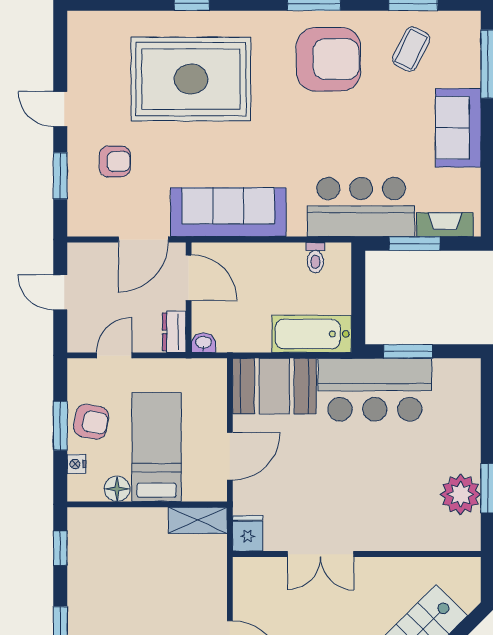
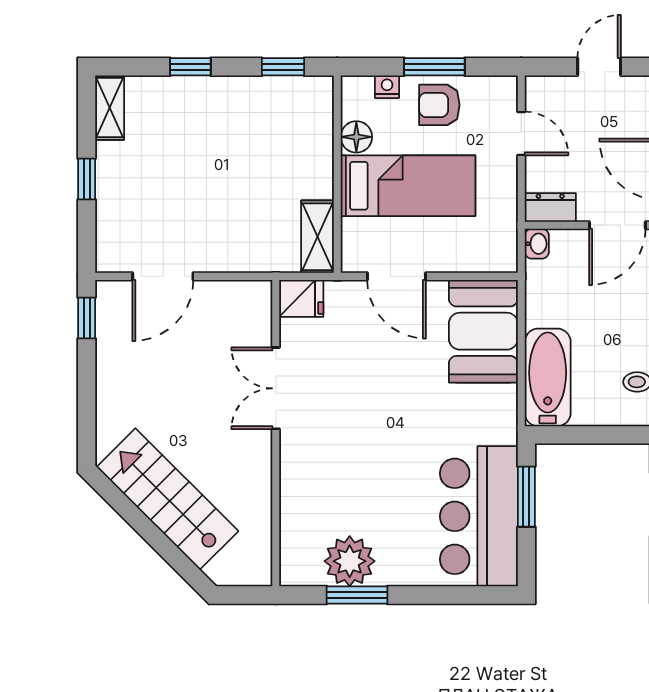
bar counter: (375, 390) -> (479, 516), moved
armchair: (91, 422) -> (439, 105), turned 79

